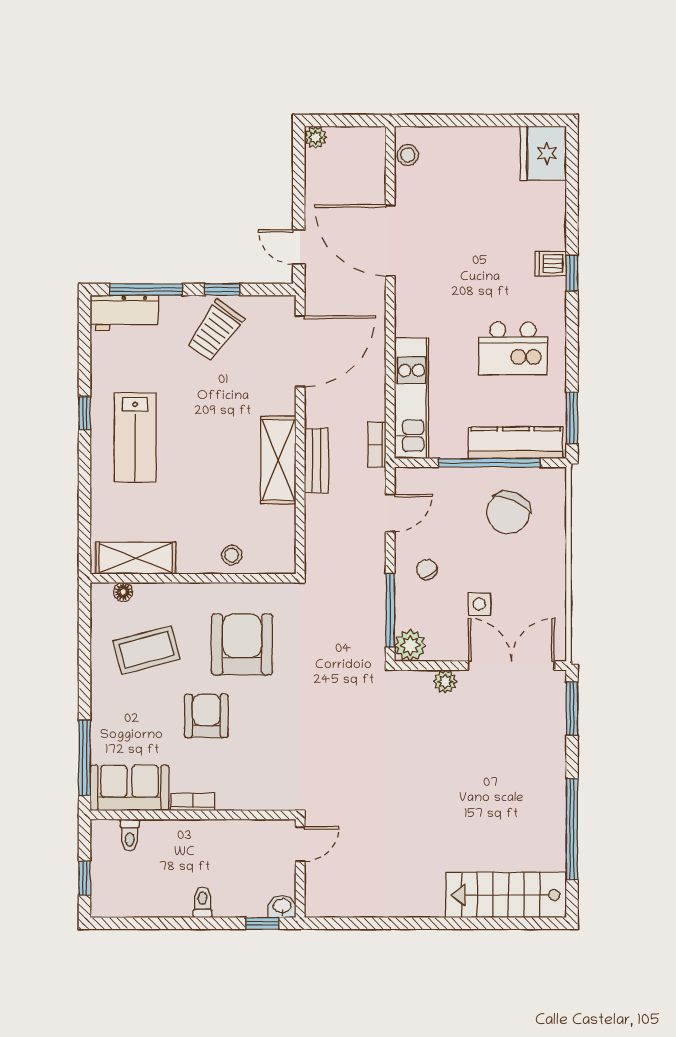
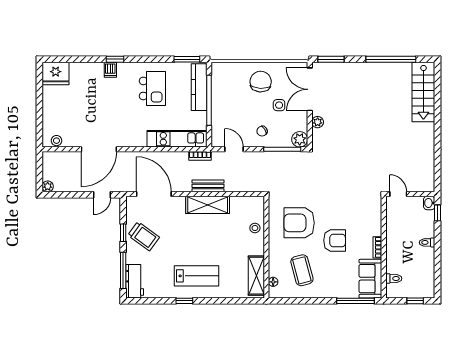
chair: (508, 513) -> (261, 82), moved, turned -111
armchair: (206, 716) -> (335, 240), turned 180

